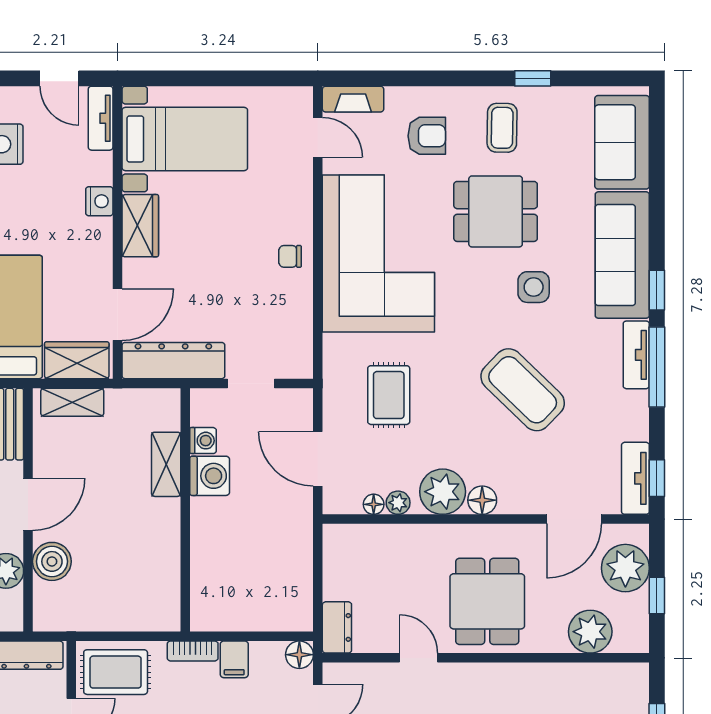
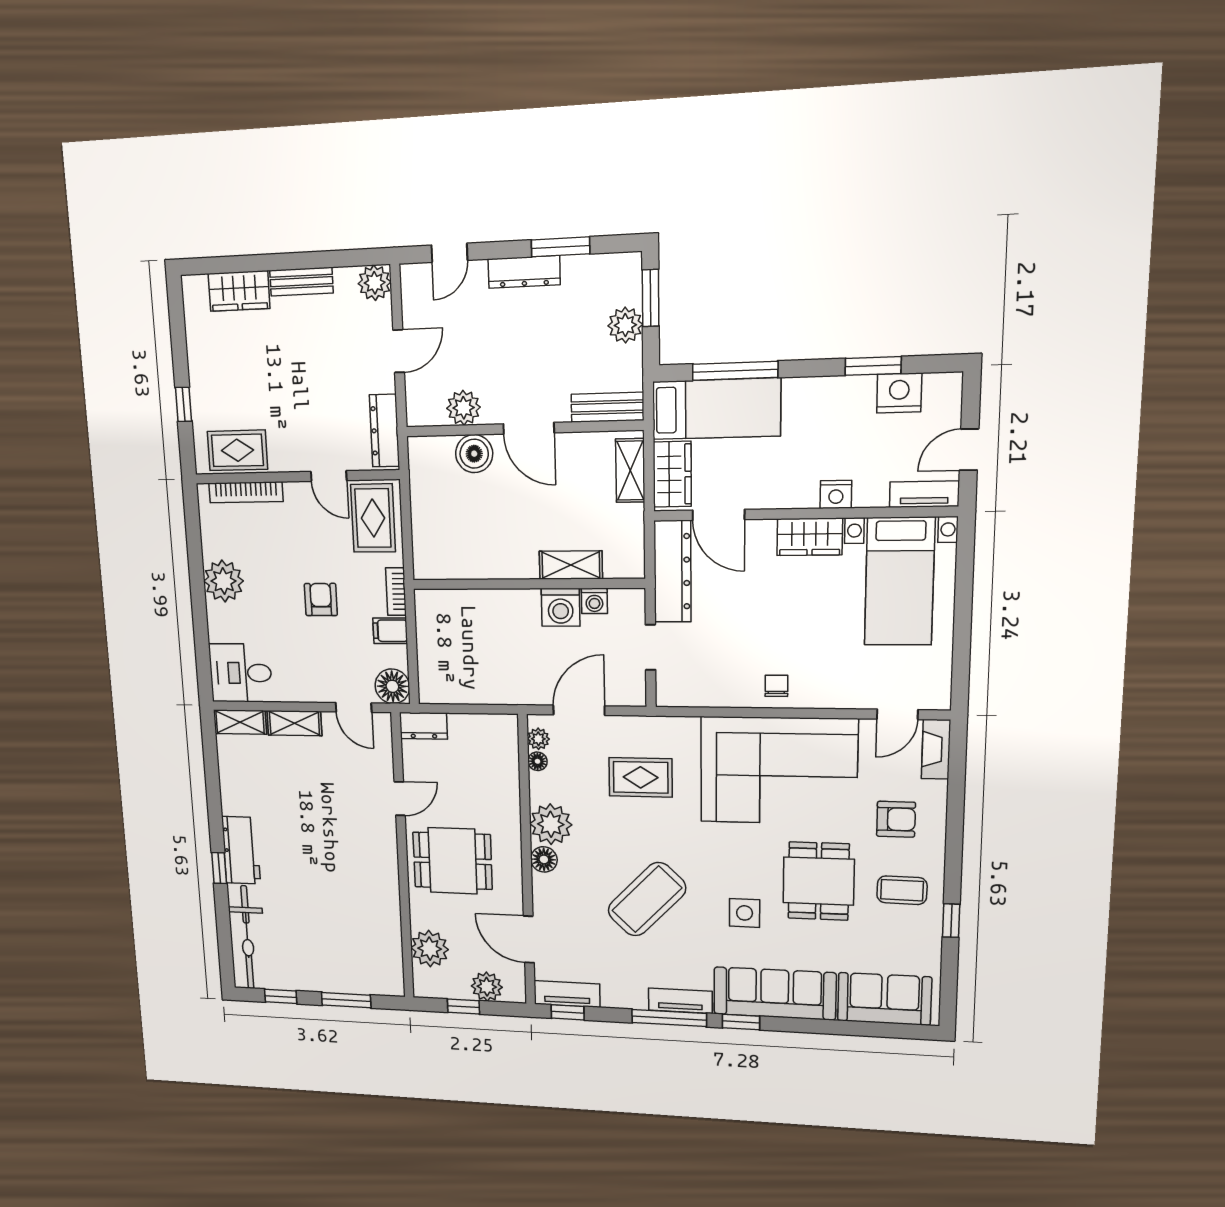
armchair: (427, 136) -> (896, 819), turned -90
plant: (398, 503) -> (538, 739), moved
plant: (625, 568) -> (487, 987), width x0.73, depth x0.73
floor lamp: (299, 655) -> (392, 686), width x1.38, depth x1.38

